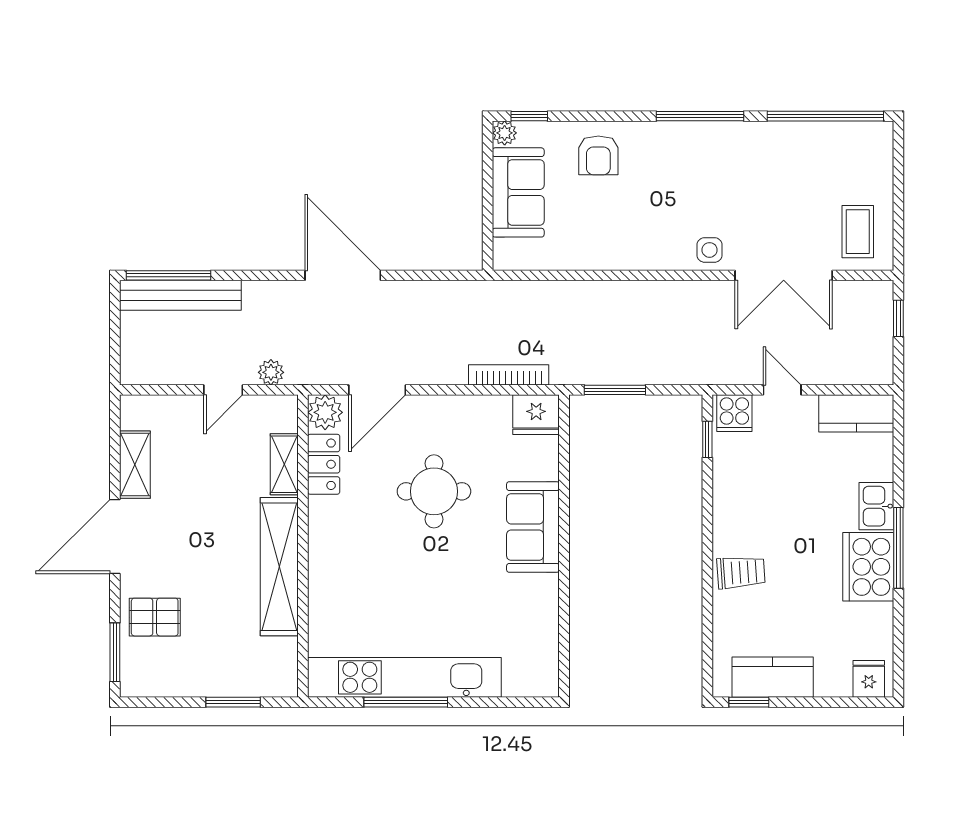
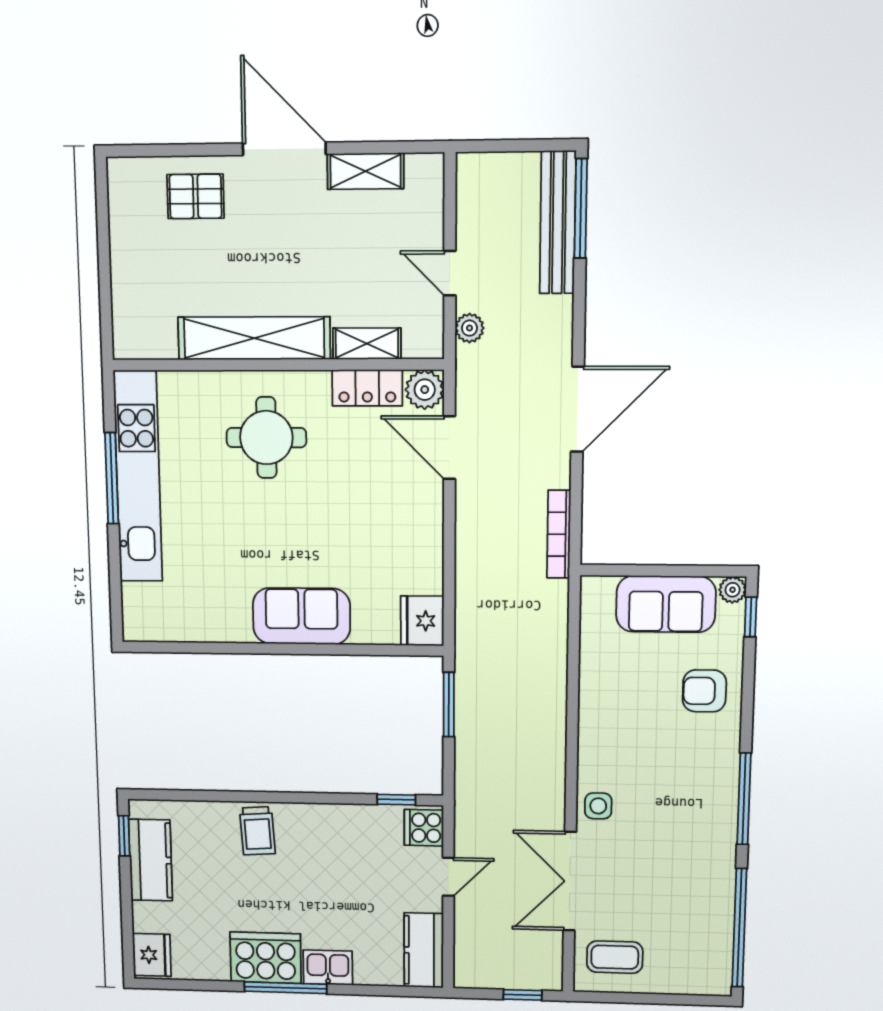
bookcase: (509, 375) -> (559, 534), moved, turned 180
round table: (434, 491) -> (266, 438), moved
pallet: (155, 617) -> (195, 196), turned 90
window: (115, 652) -> (155, 150), removed
fridge: (869, 679) -> (152, 955), width x1.38
window: (233, 702) -> (105, 287), removed

